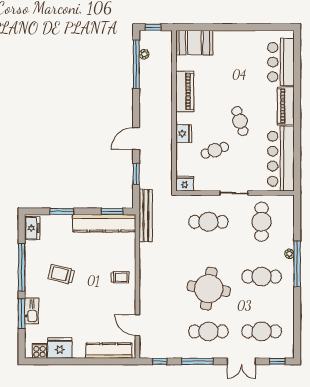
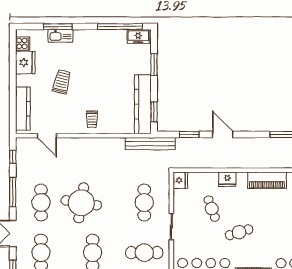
window: (22, 267) -> (120, 27), moved
trolley: (61, 274) -> (62, 82), moved
door: (137, 325) -> (47, 136), swing flipped

